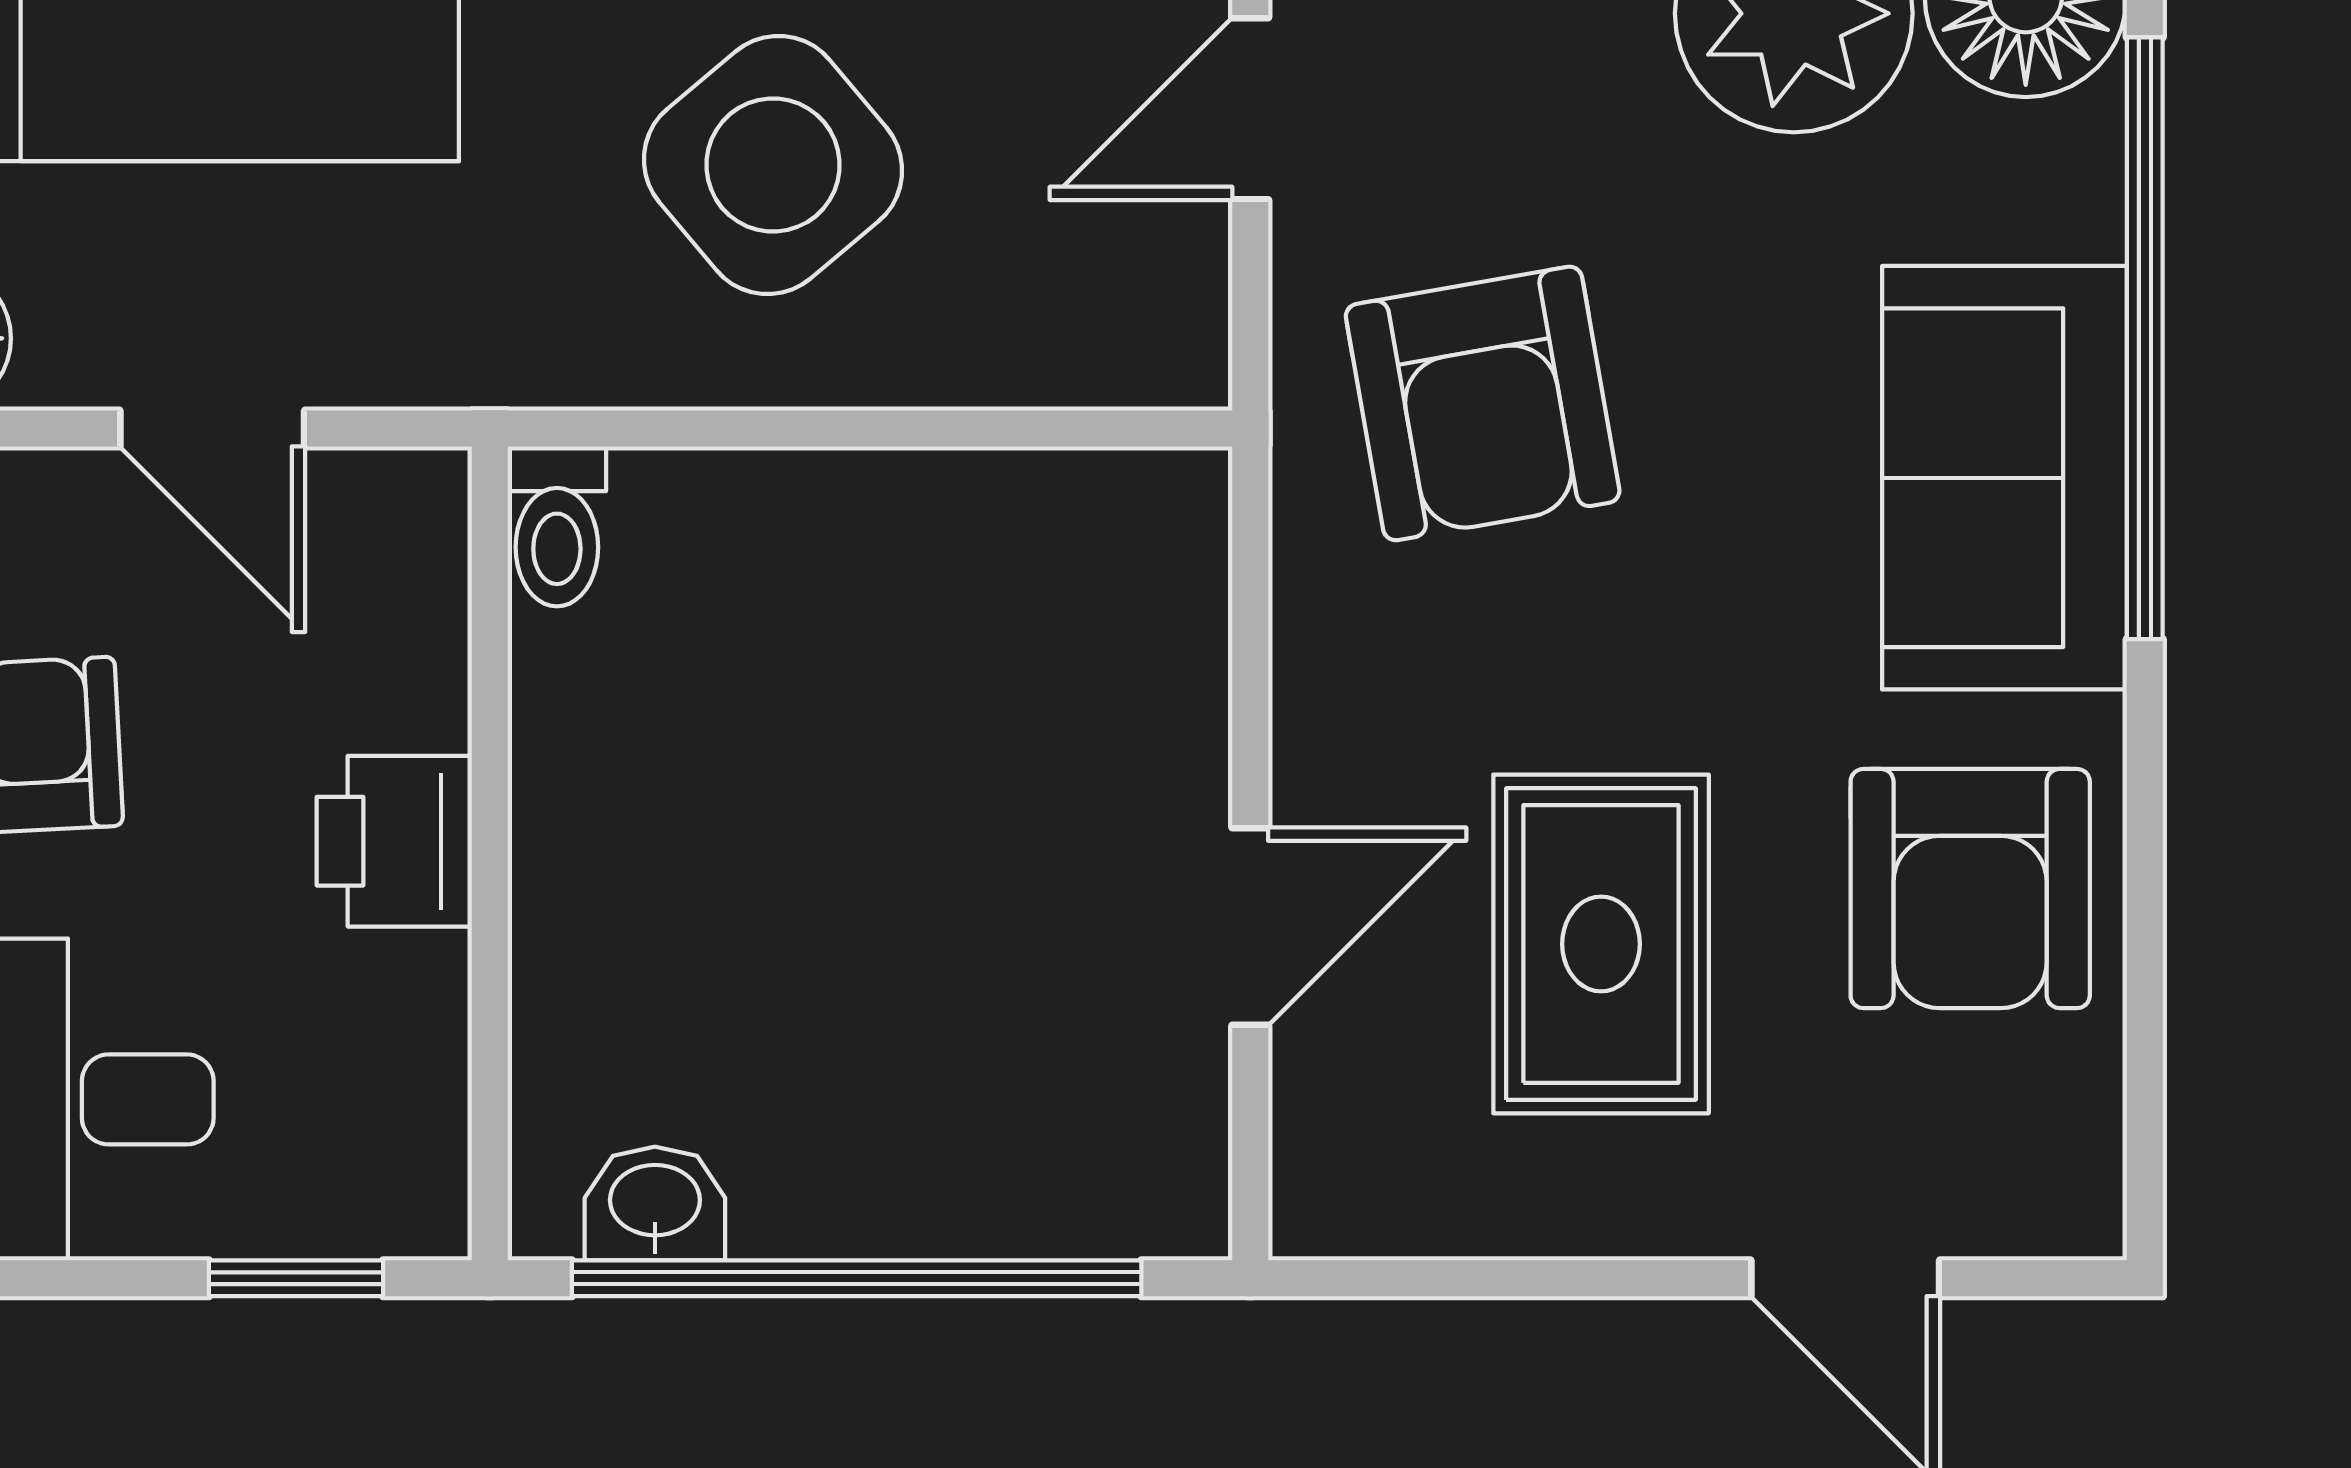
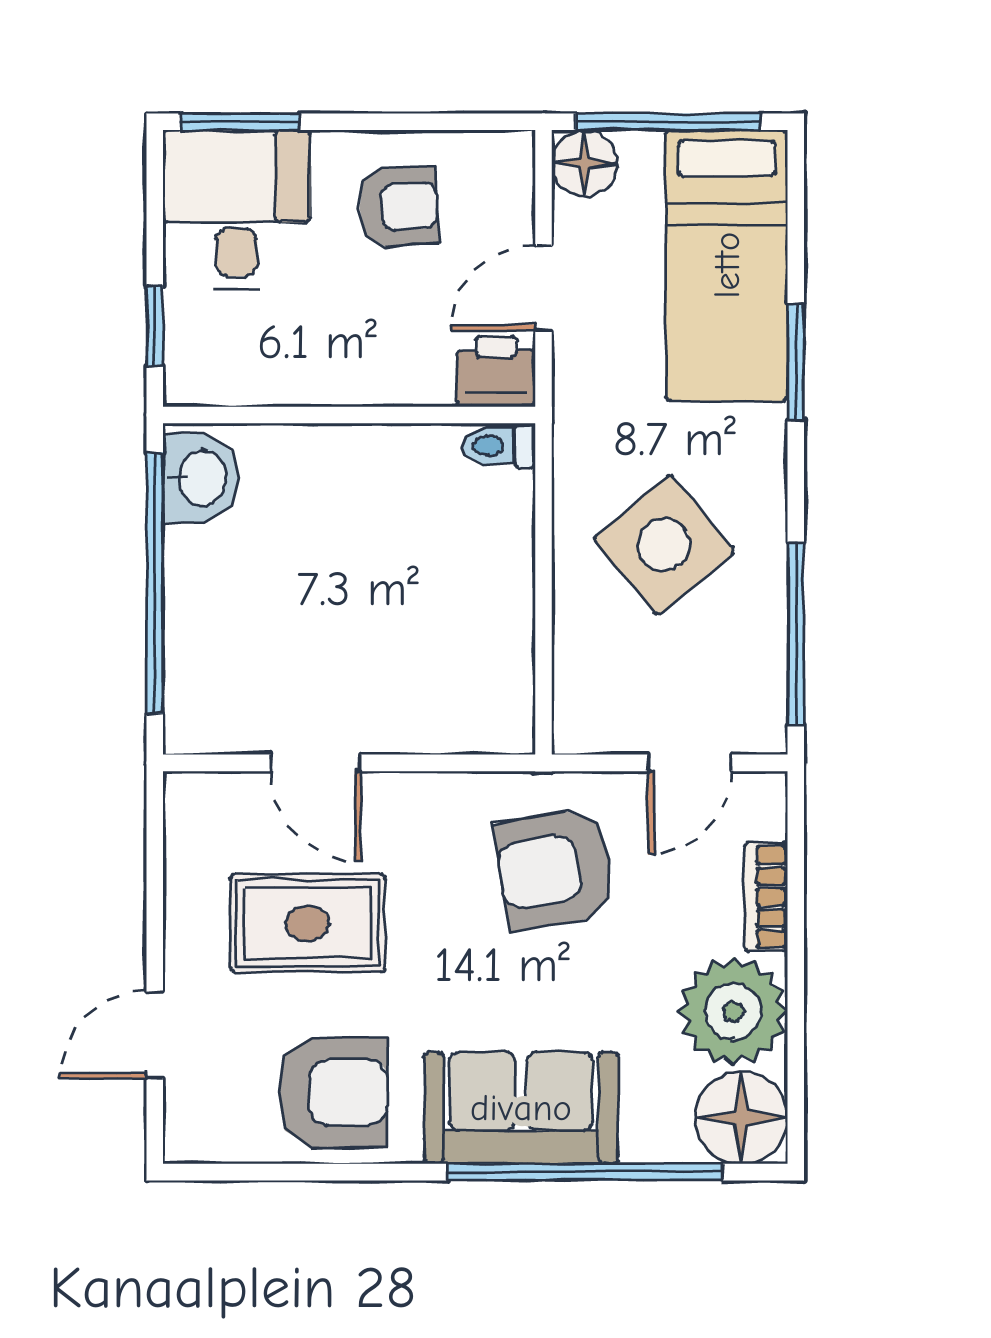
door: (1250, 109) -> (690, 763), swing flipped
printer: (394, 841) -> (496, 371), moved
armchair: (1970, 889) -> (333, 1092), turned 180
washbasin: (655, 1204) -> (201, 478), width x1.38, depth x1.45

